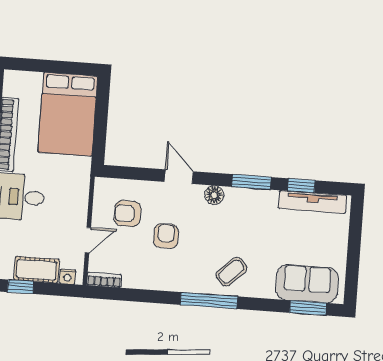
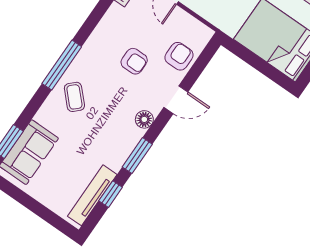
armchair: (128, 213) -> (179, 56), moved

